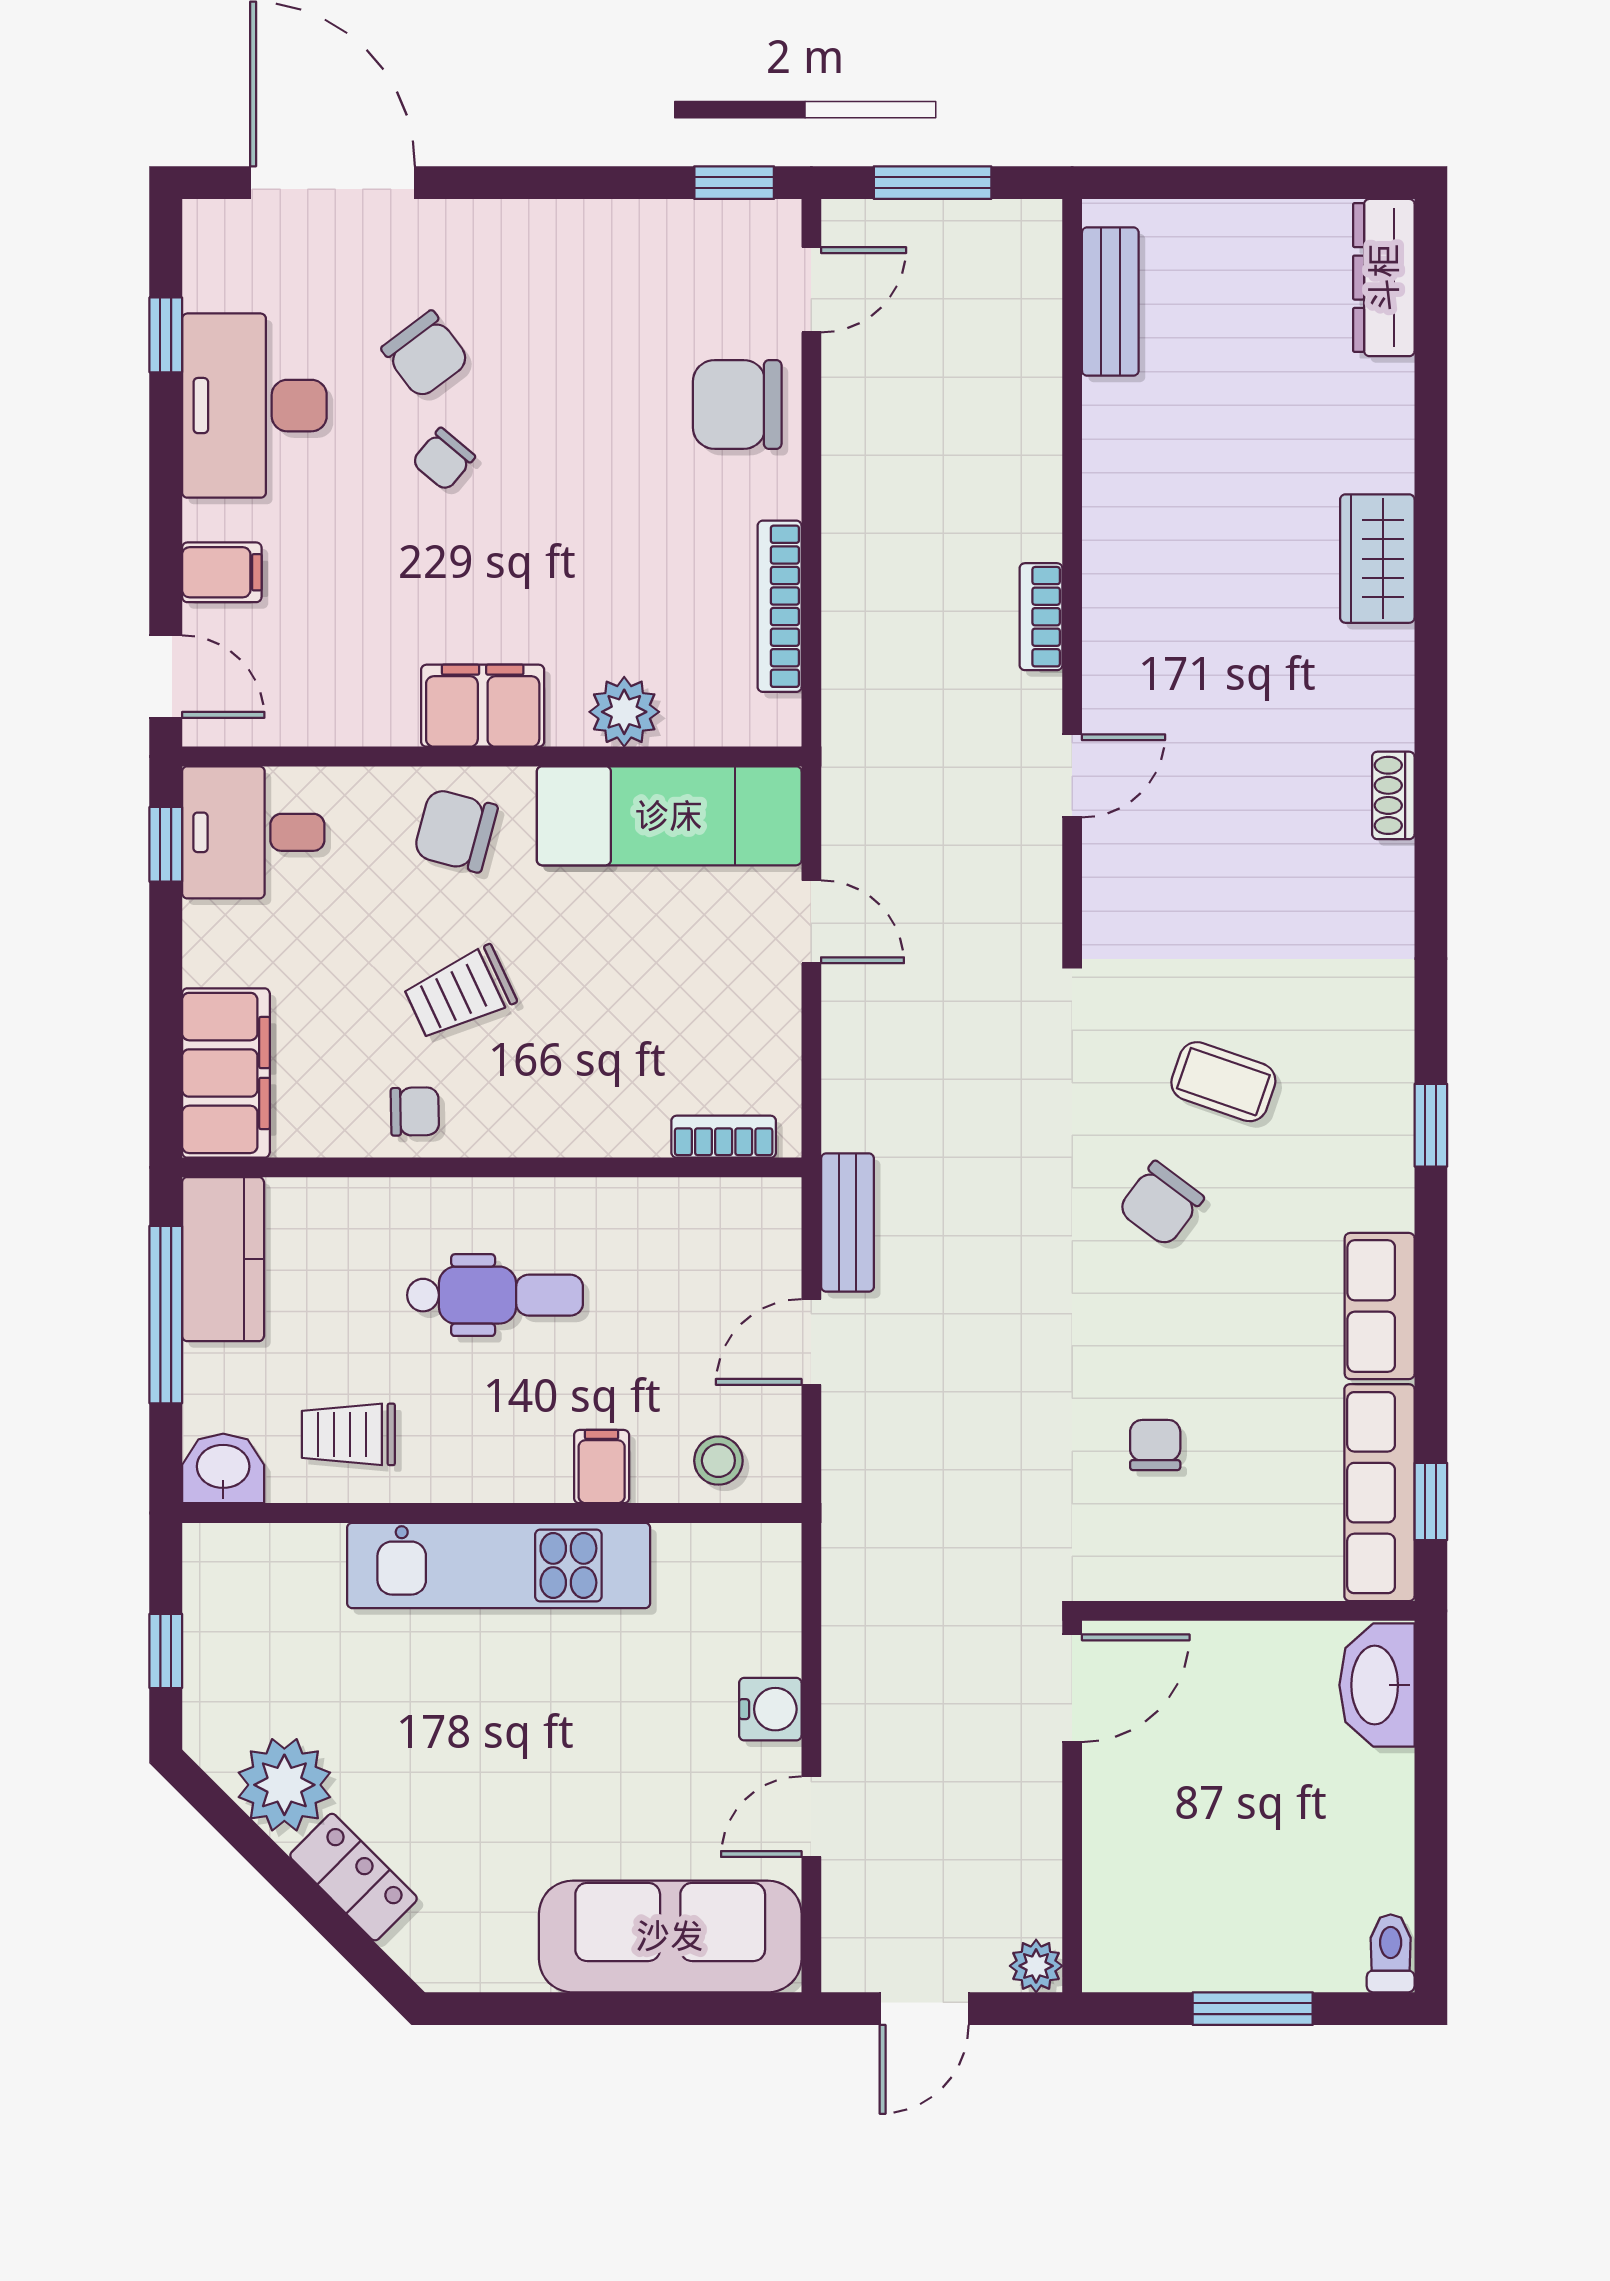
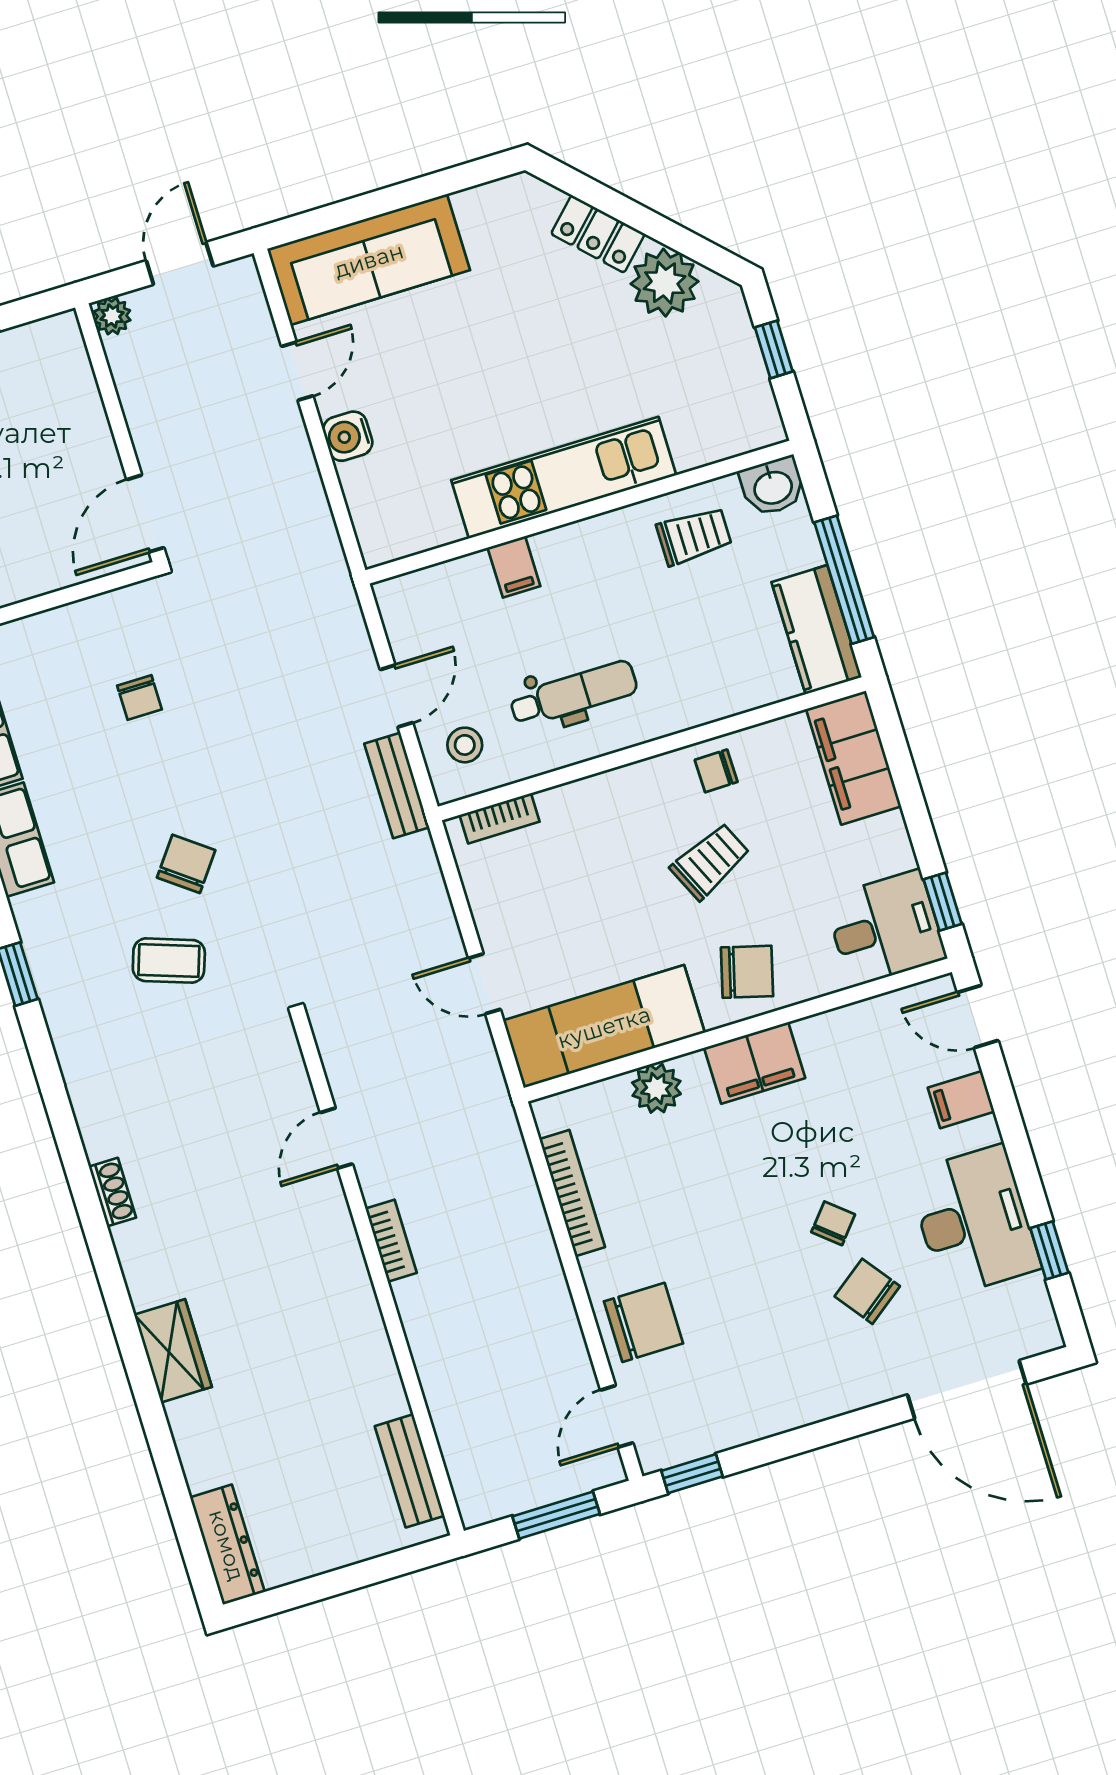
dental chair: (495, 1295) -> (574, 694), moved, turned 180
stool: (718, 1461) -> (465, 745), moved

